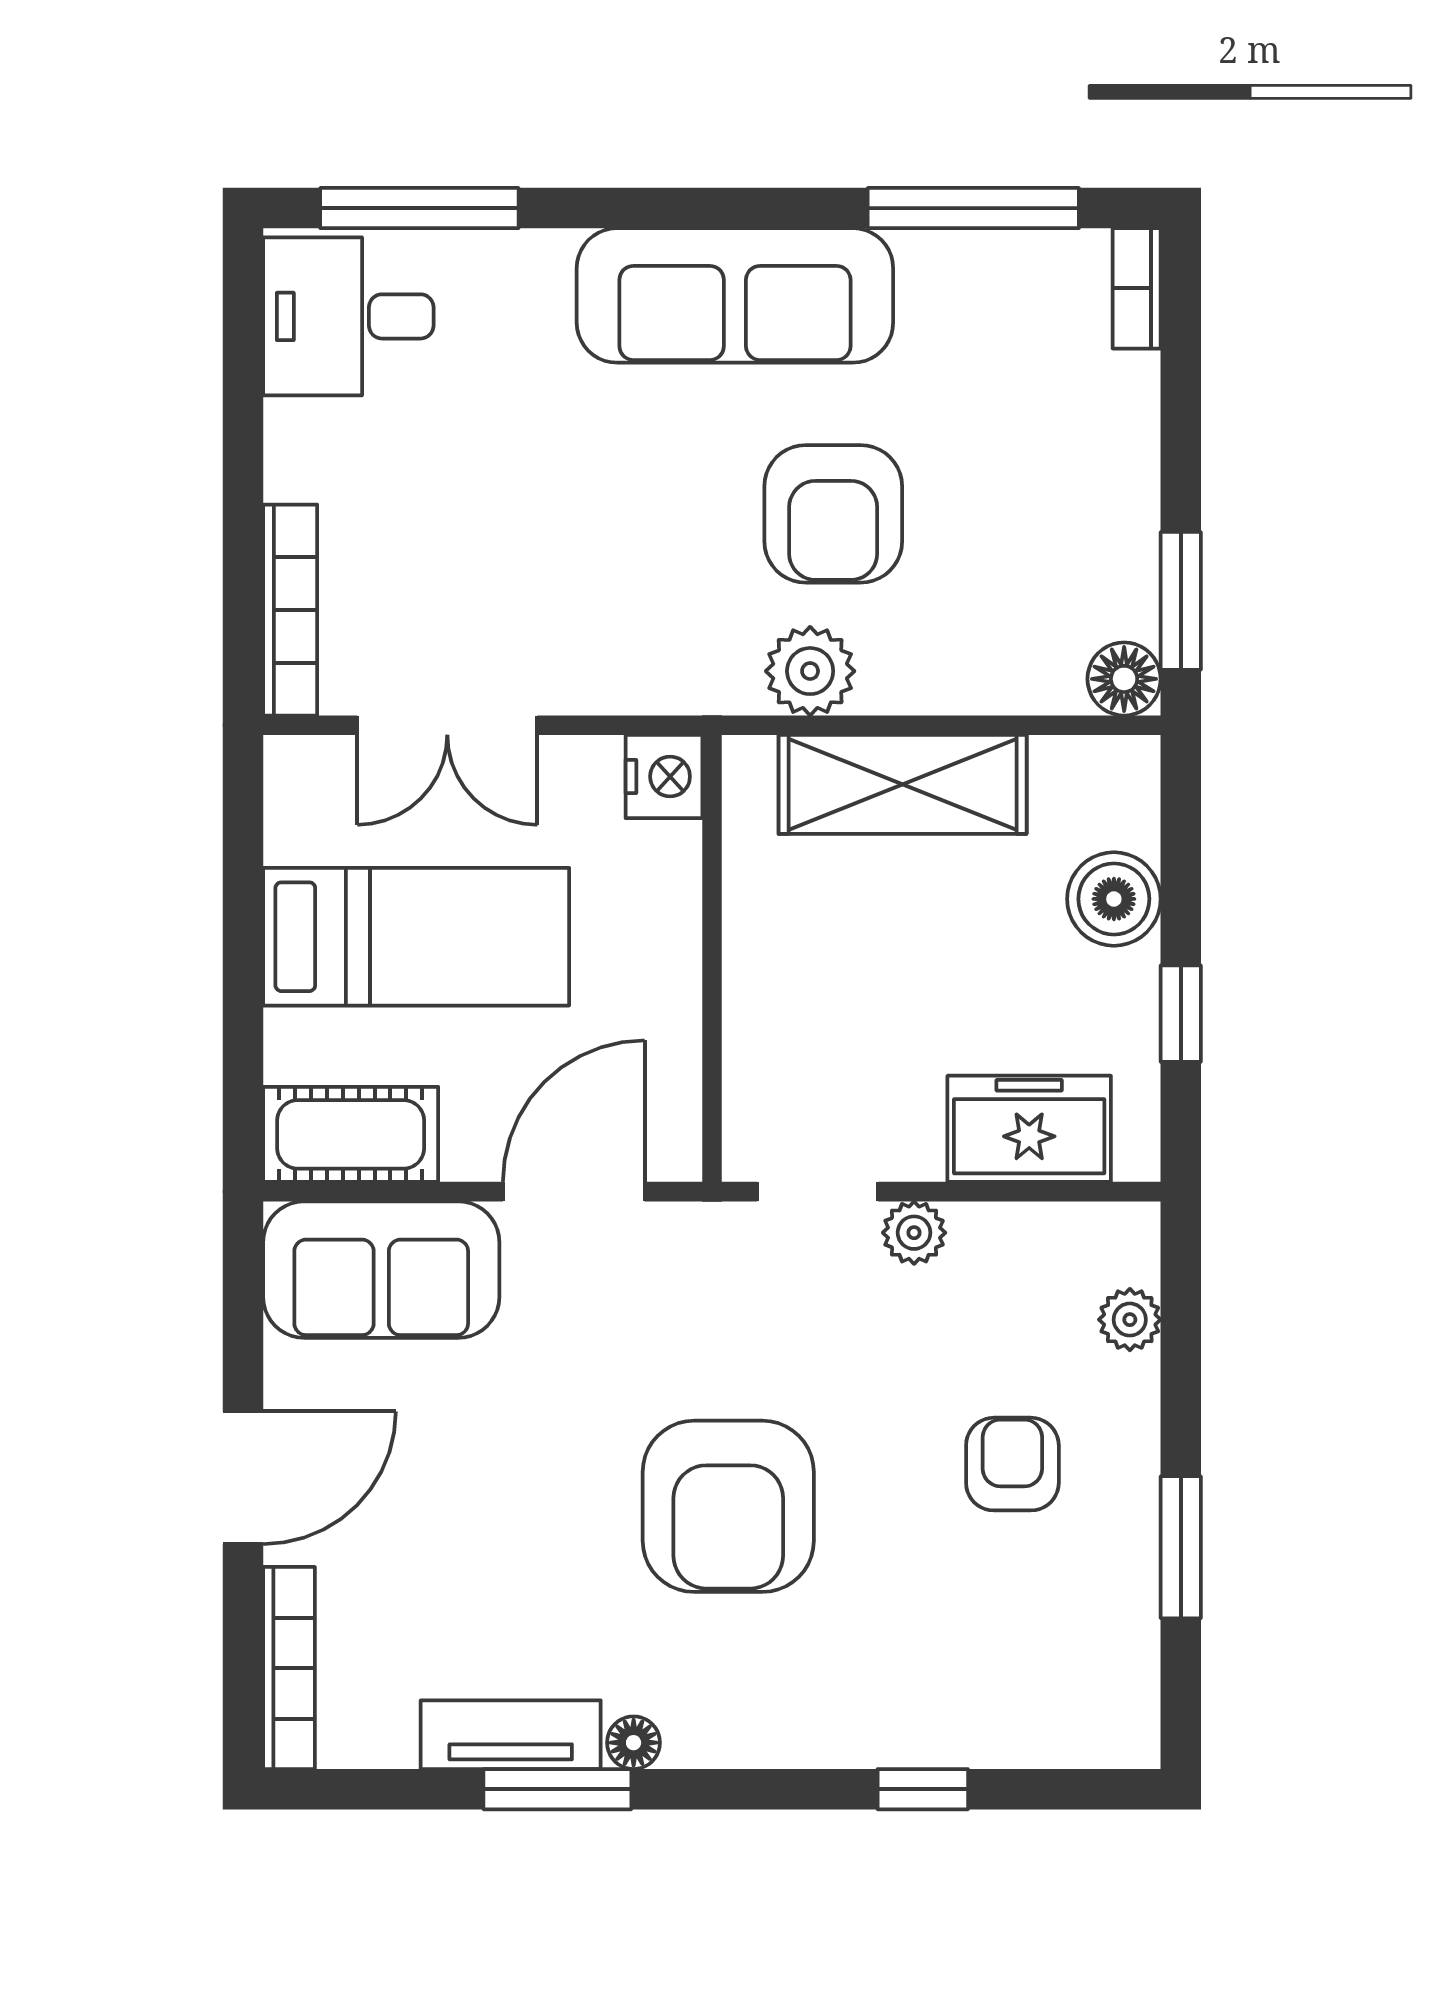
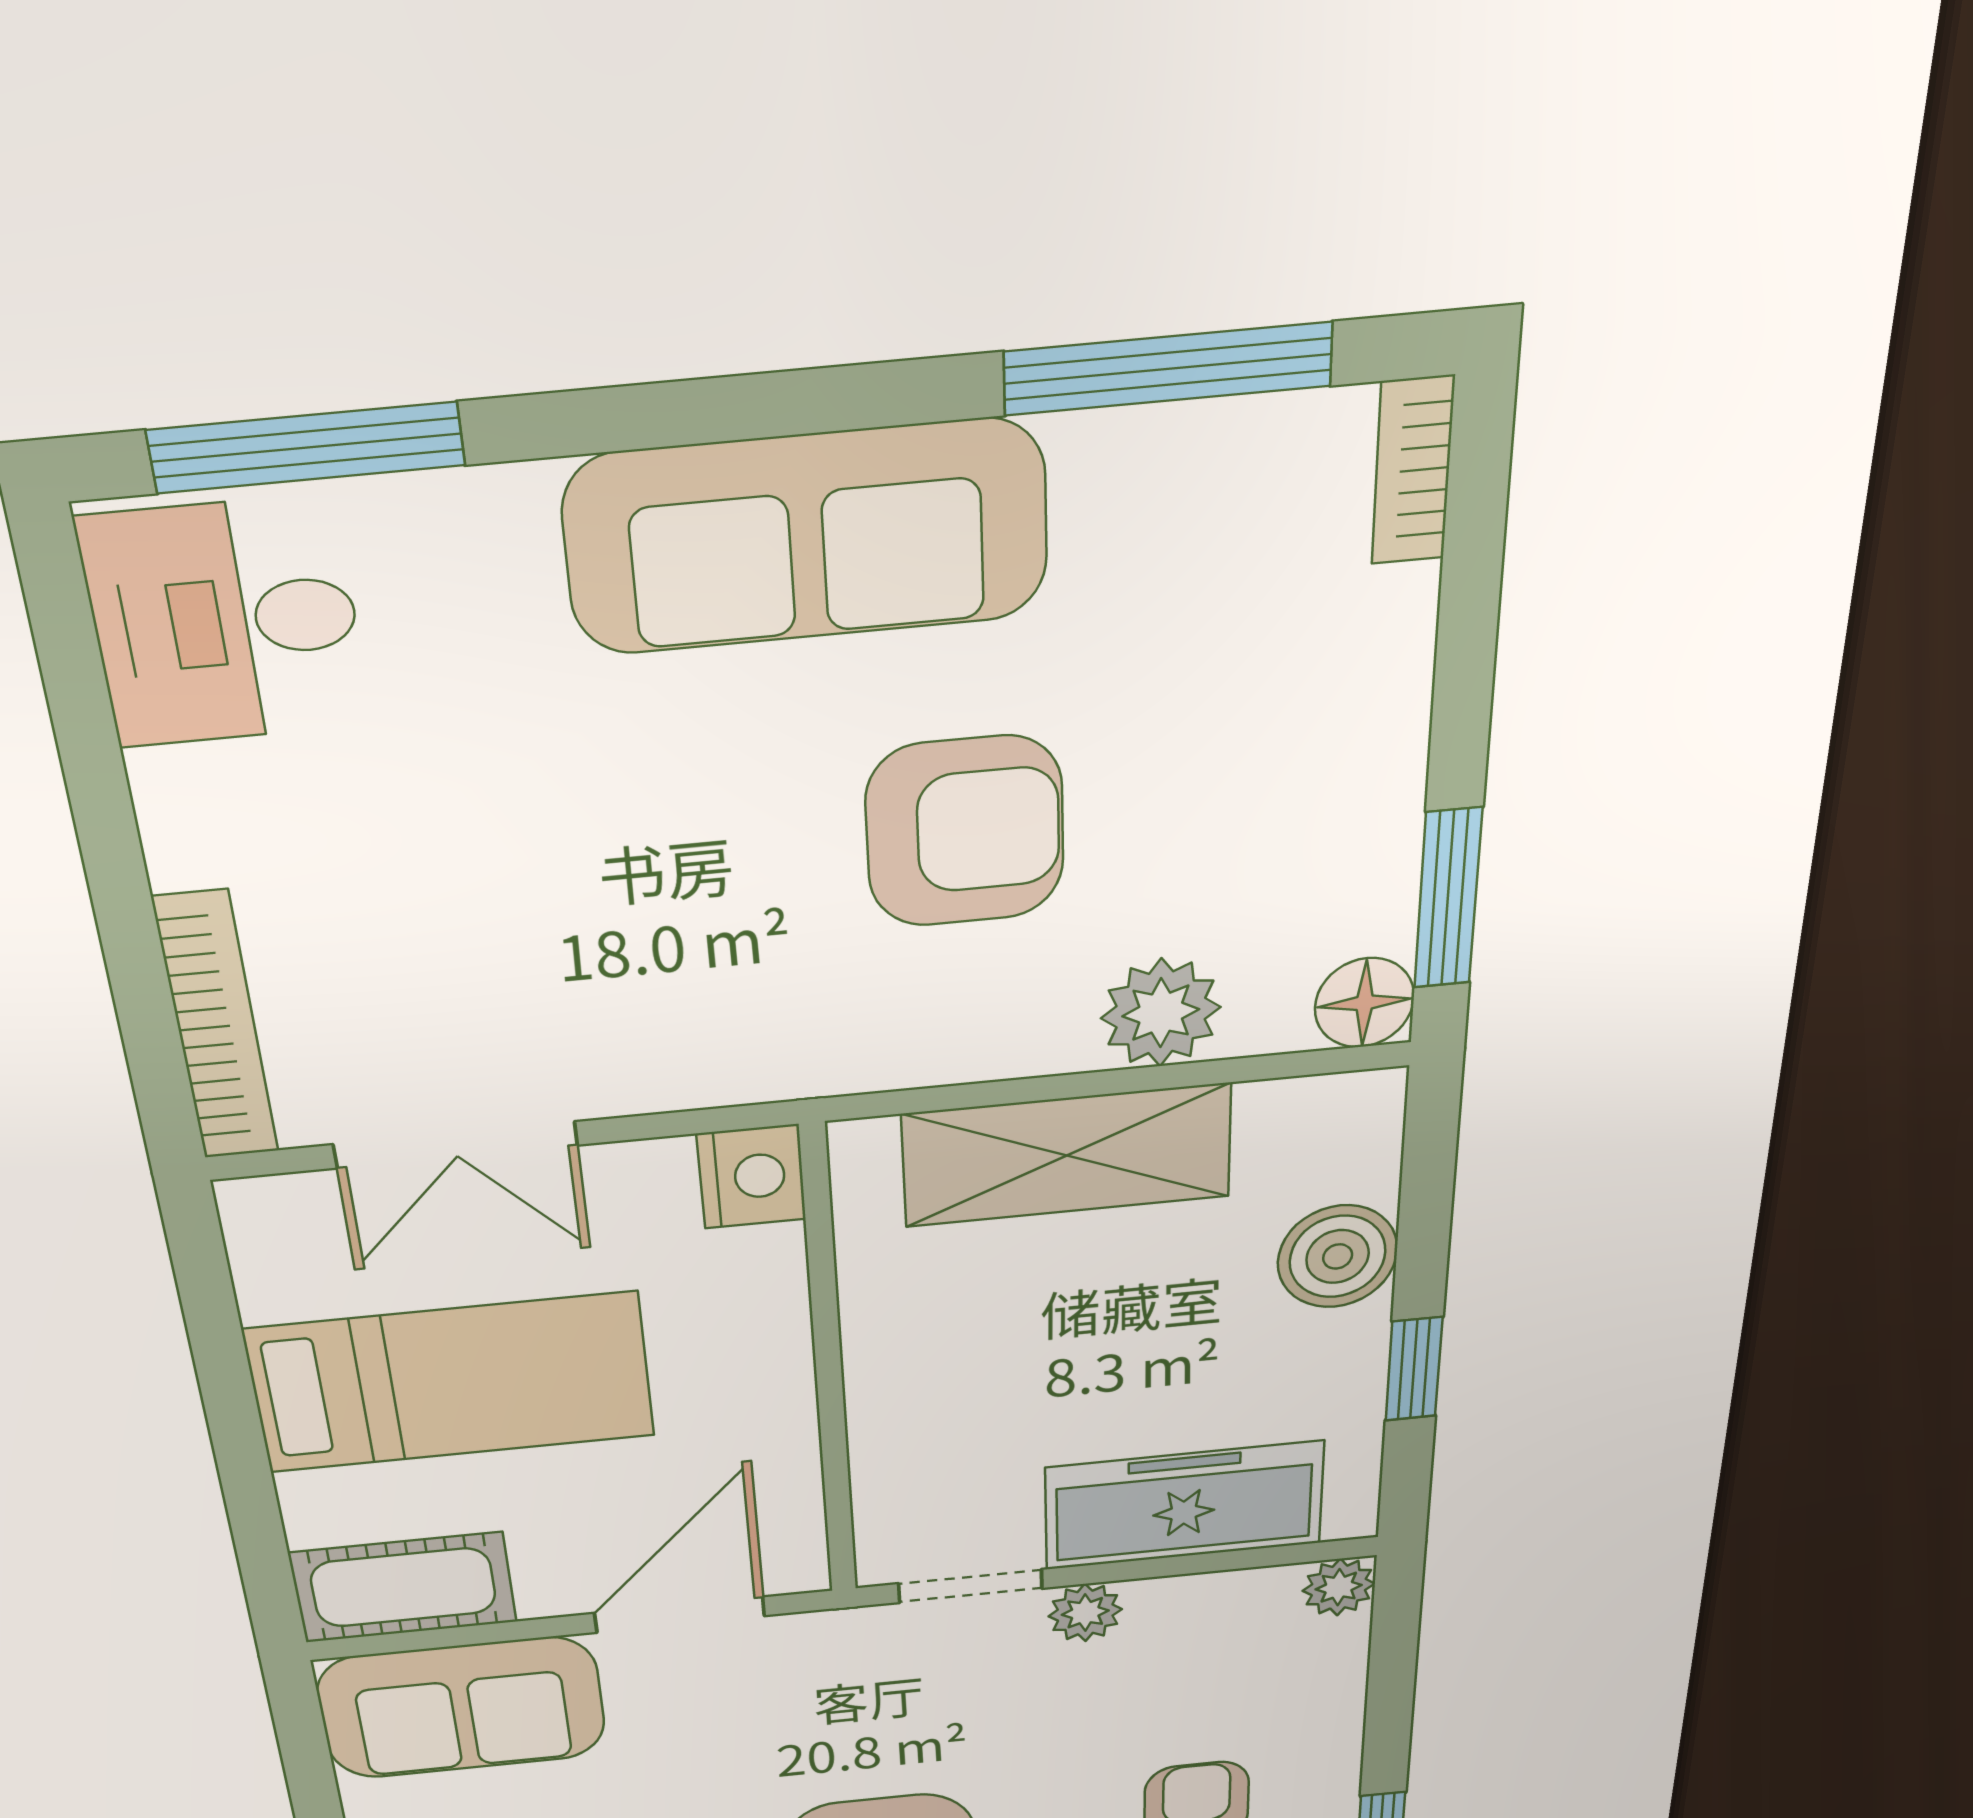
armchair: (833, 514) -> (965, 832), turned -90
plant: (810, 671) -> (1161, 1013), moved
freezer: (1029, 1129) -> (1184, 1505), width x1.40
plant: (1130, 1320) -> (1339, 1587), moved

